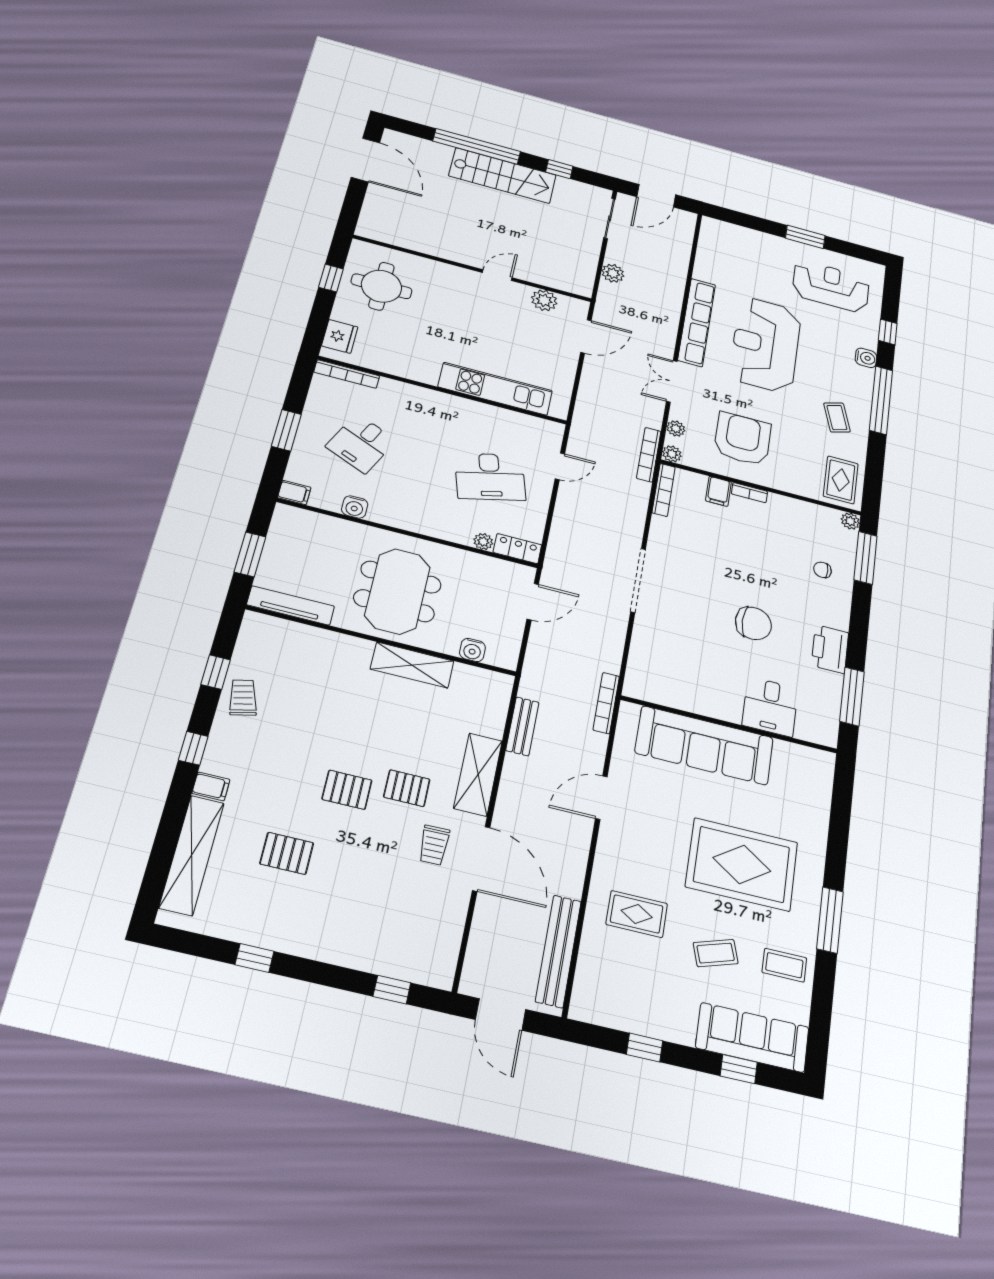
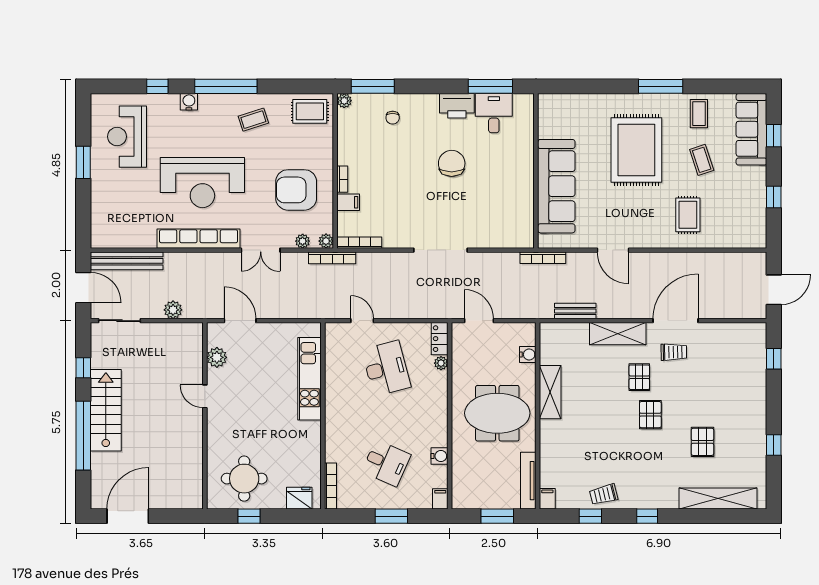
desk: (770, 707) -> (494, 113), moved, turned -90
filing cabinet: (211, 786) -> (547, 499), moved
bench: (558, 951) -> (127, 261), moved

